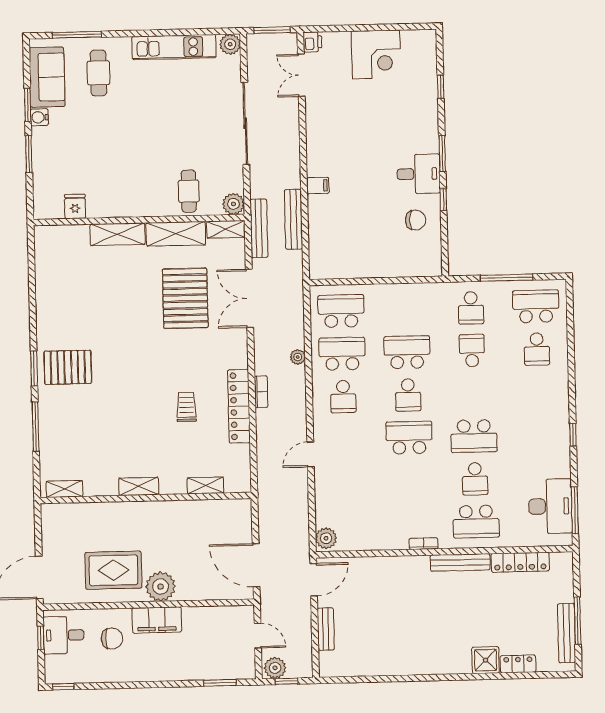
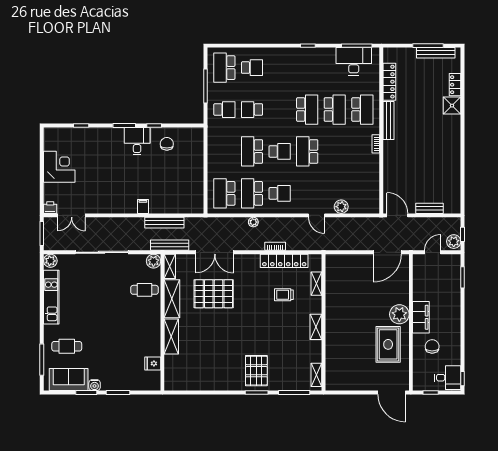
school desk: (475, 479) -> (335, 110), width x1.85
shelving: (139, 486) -> (316, 327), moved
shelving: (205, 486) -> (316, 284), moved
shelving: (64, 489) -> (316, 375), moved
wall: (146, 498) -> (324, 322), moved
plant: (326, 538) -> (341, 207), moved
desk: (64, 635) -> (448, 378), moved, turned -90

